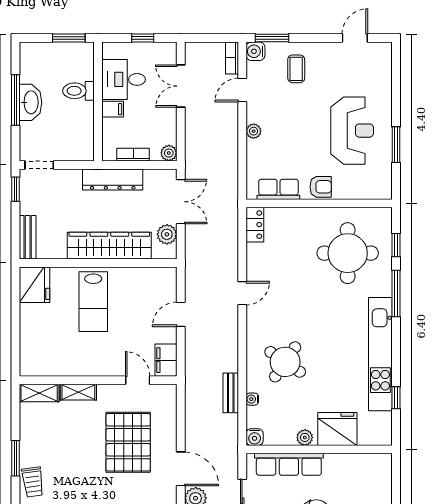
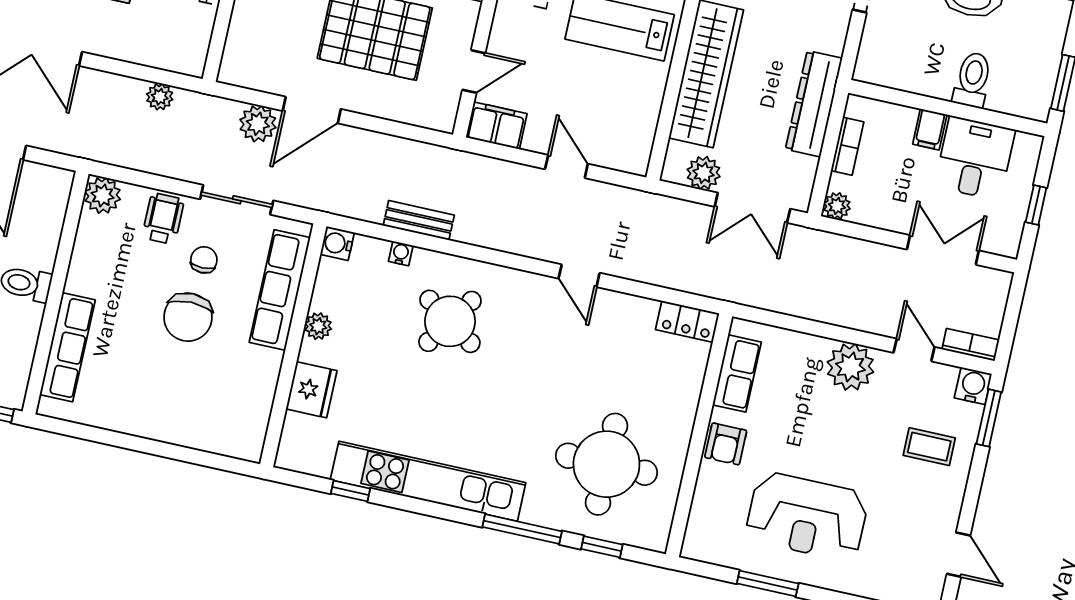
plant: (254, 131) -> (850, 367), width x1.88, depth x1.88
fridge: (337, 429) -> (311, 390), width x0.73, depth x0.75

